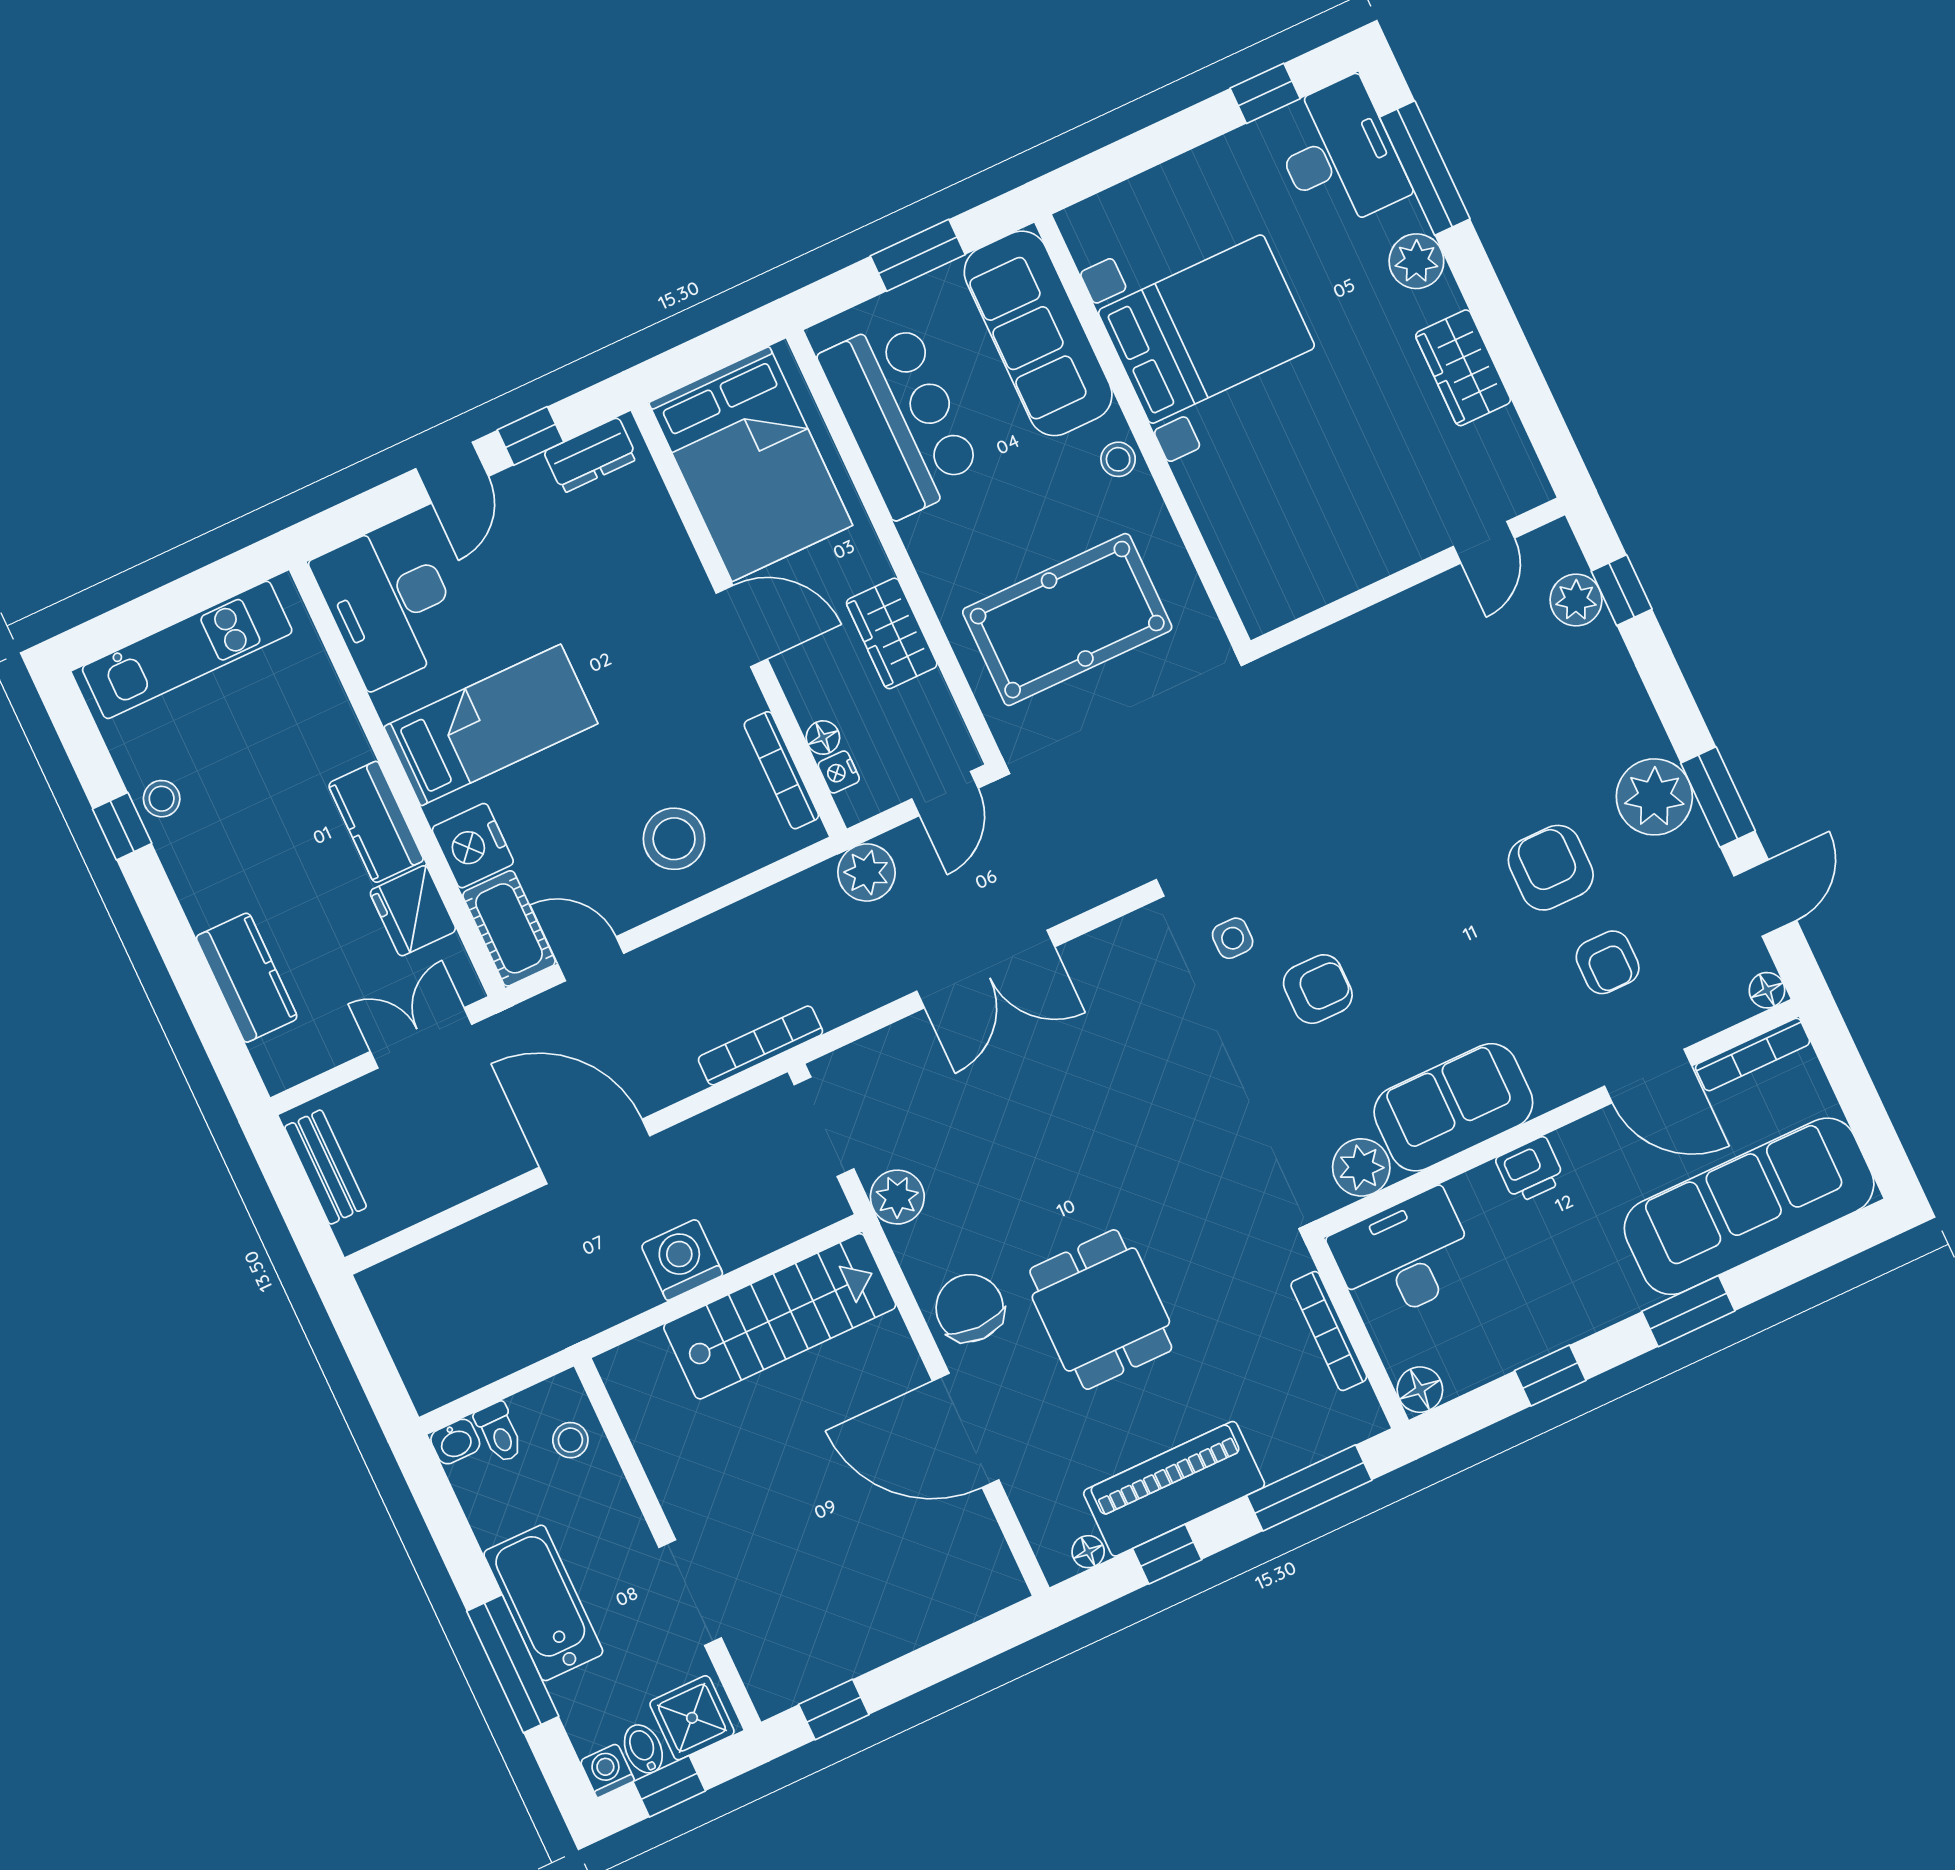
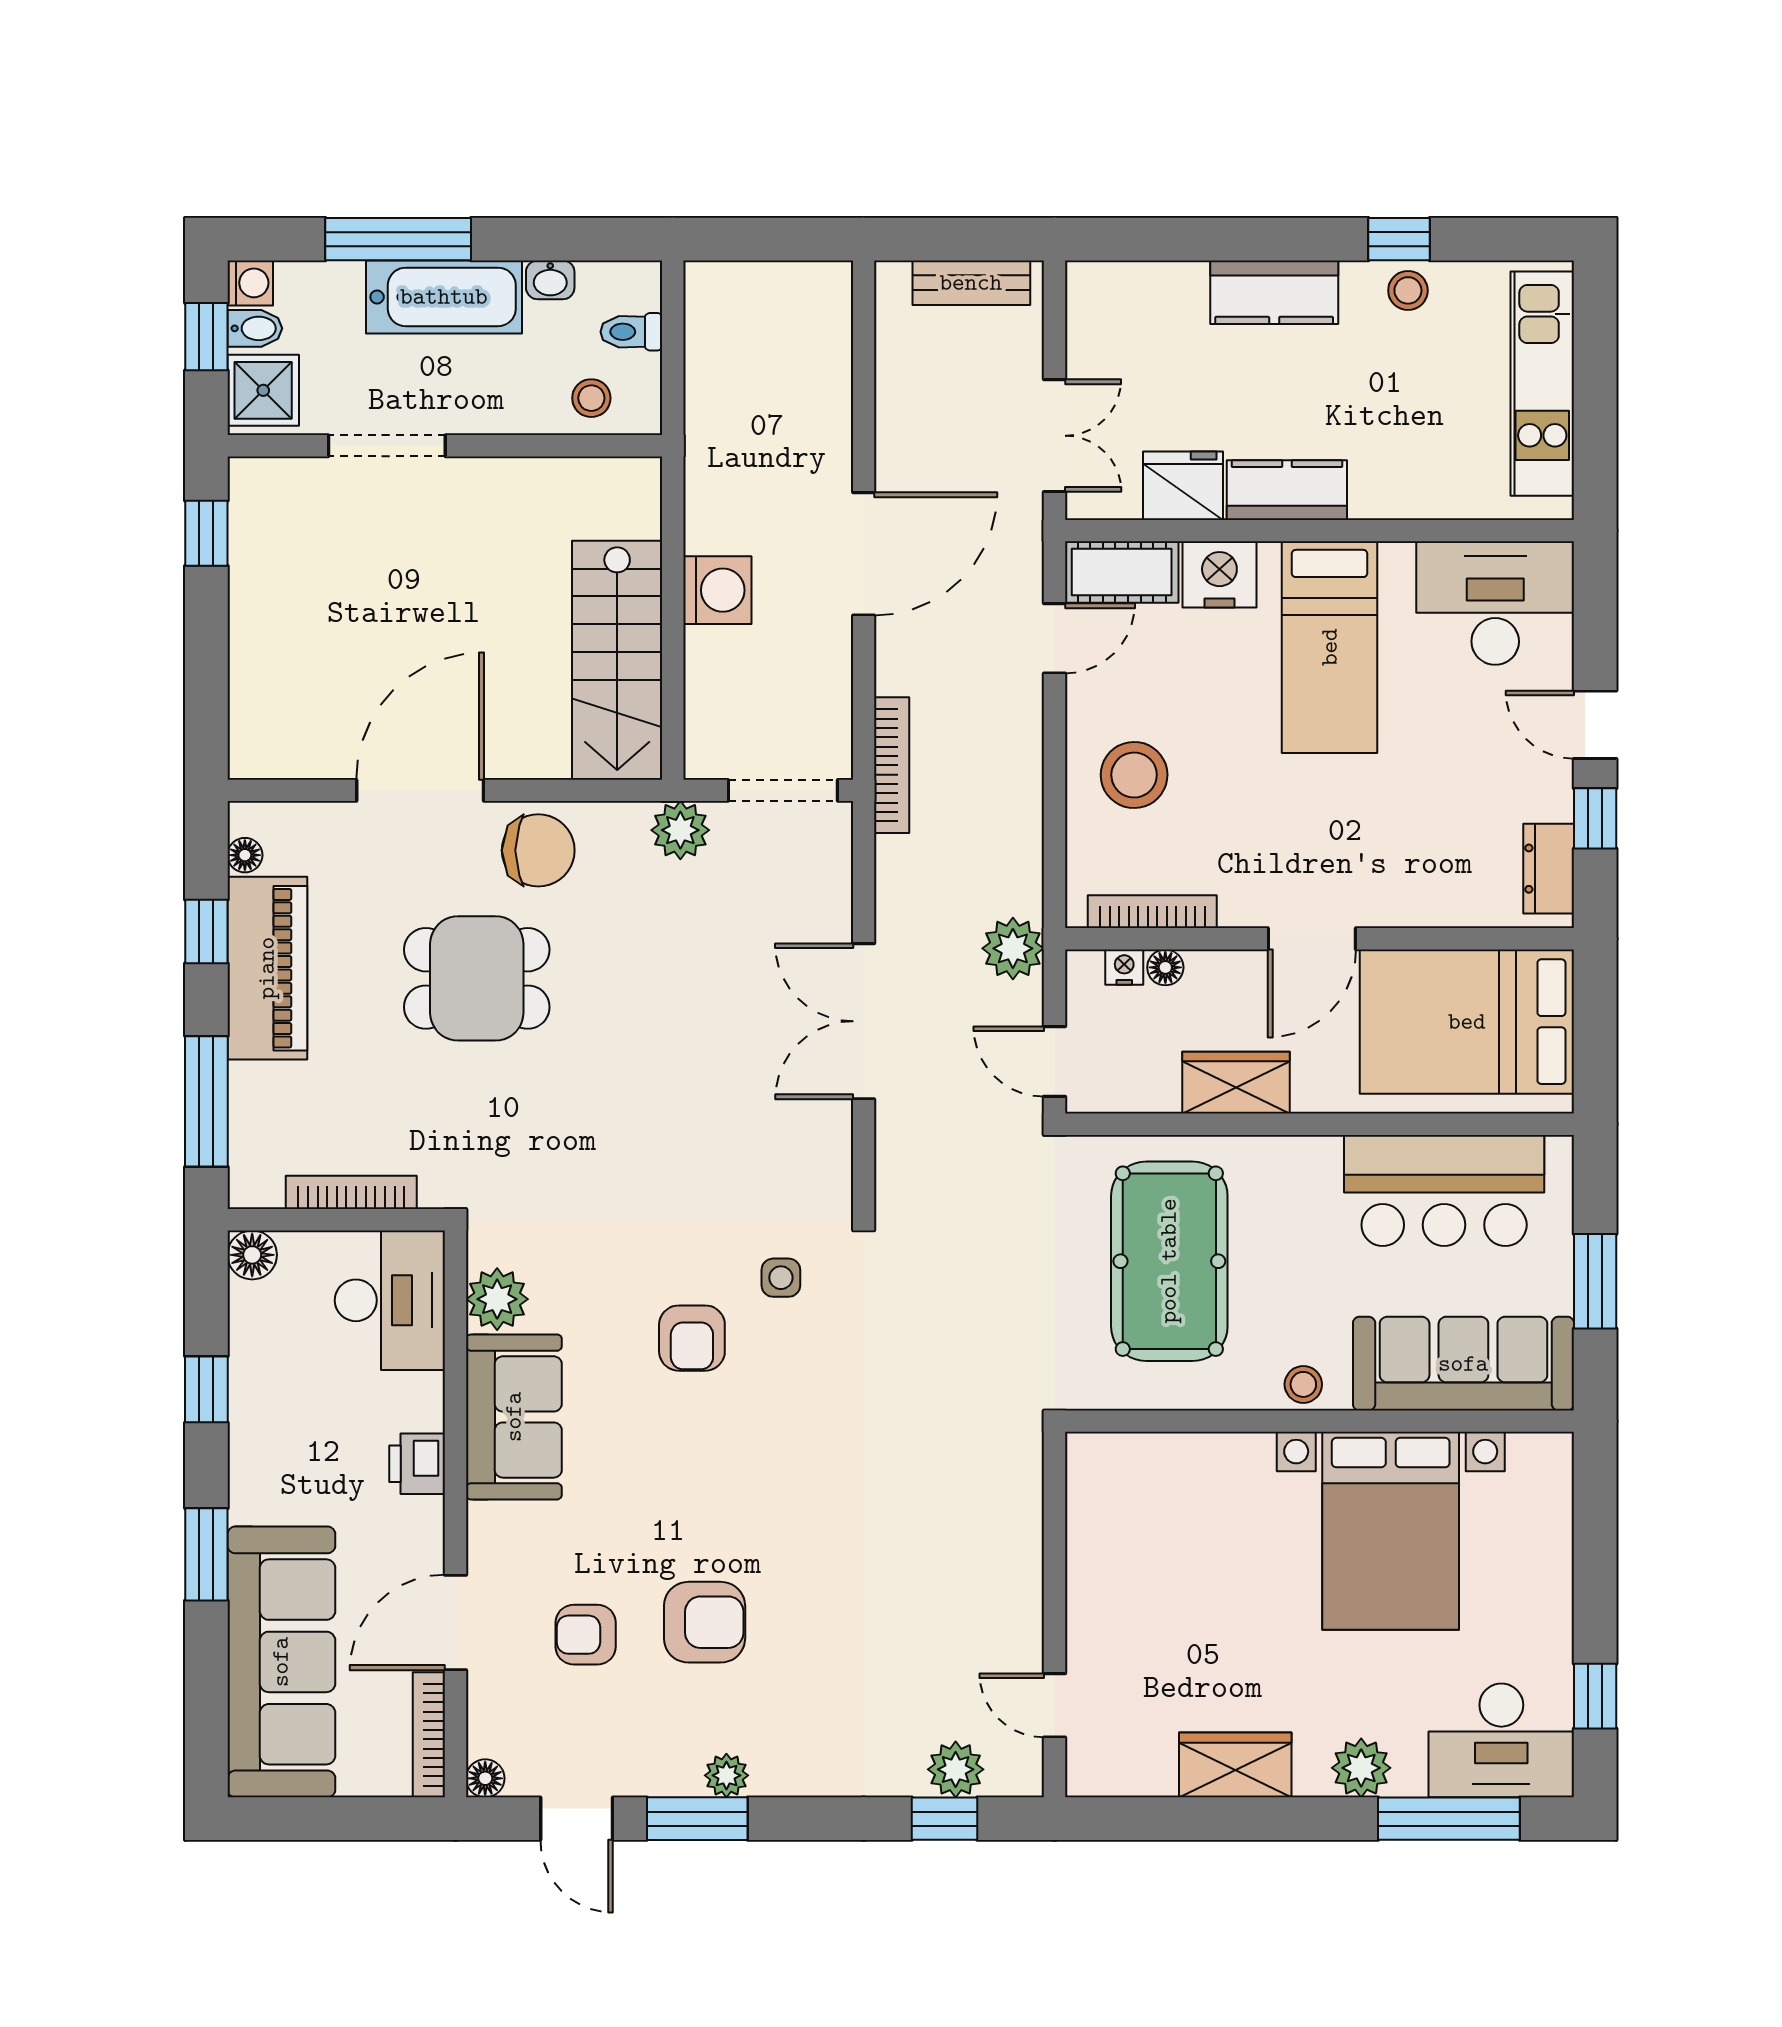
plant: (1654, 797) -> (726, 1775), width x0.53, depth x0.53
kitchen counter: (247, 978) -> (1274, 292), moved
washbasin: (455, 1442) -> (550, 280), moved, turned -90

